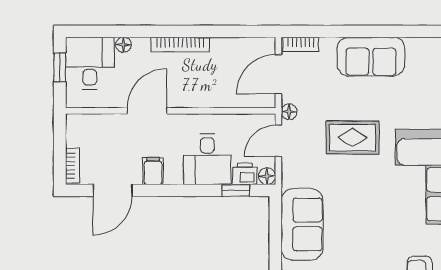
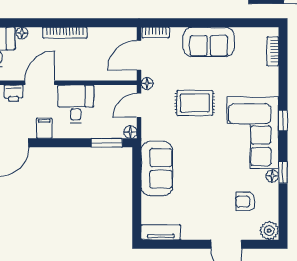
desk: (207, 159) -> (76, 104), moved, turned 180
printer: (245, 174) -> (14, 93), moved, turned 180
window: (236, 190) -> (107, 143), width x1.50

